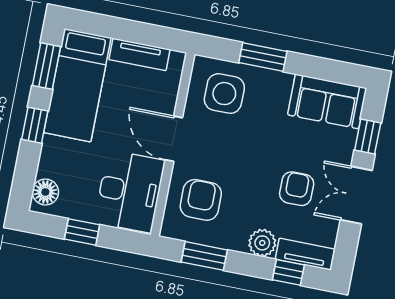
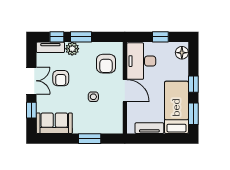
side table: (224, 94) -> (93, 97), moved, width x0.54, depth x0.54
window: (204, 256) -> (81, 37), moved

